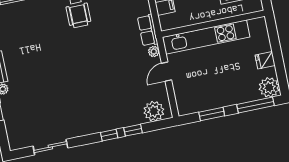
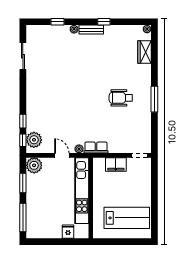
fridge: (265, 60) -> (68, 232), moved
plant: (269, 87) -> (34, 165), moved
window: (109, 135) -> (23, 140), moved

